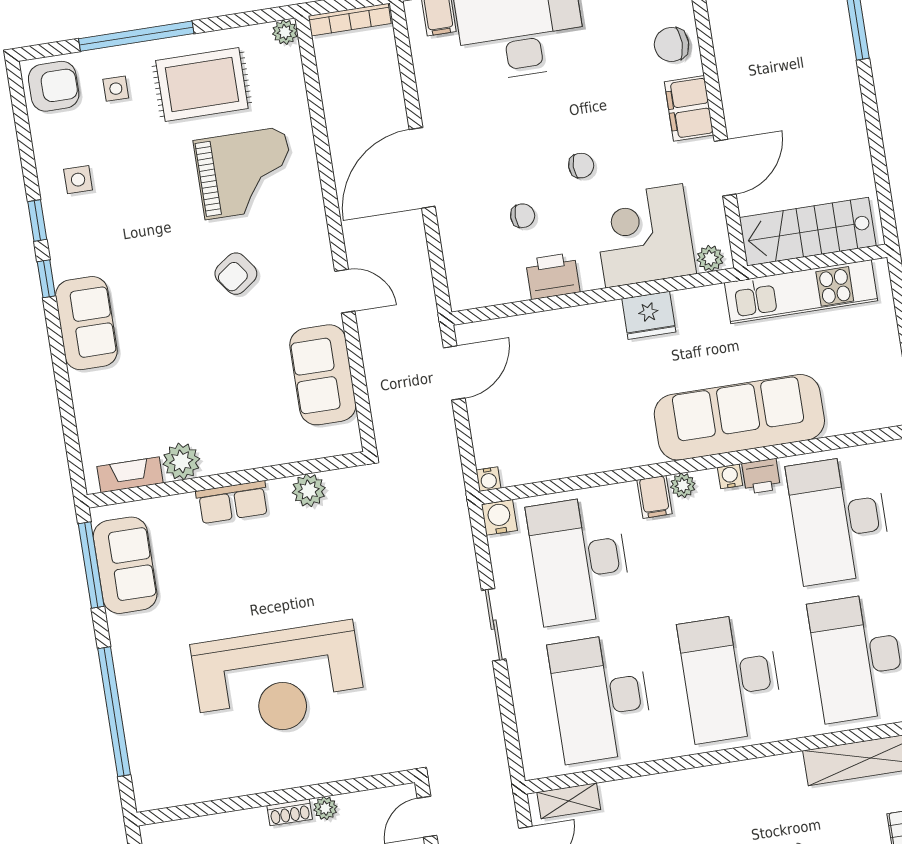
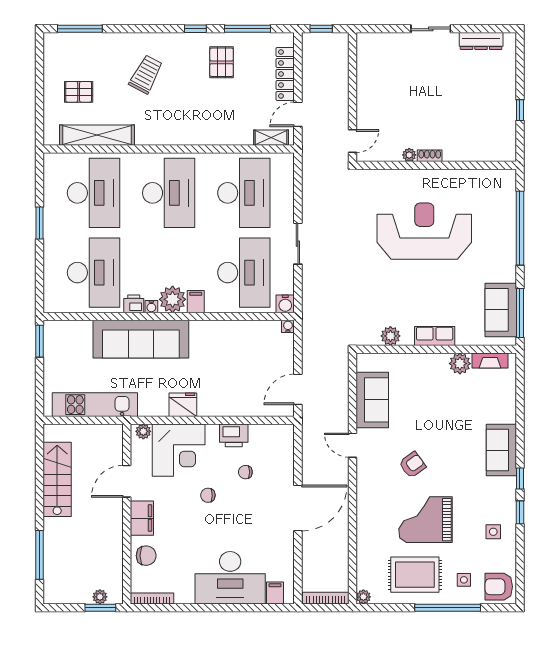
grand piano: (245, 173) -> (426, 520), moved
stairs: (808, 232) -> (57, 479), moved, turned -90
plant: (683, 485) -> (173, 299), width x1.87, depth x1.87

